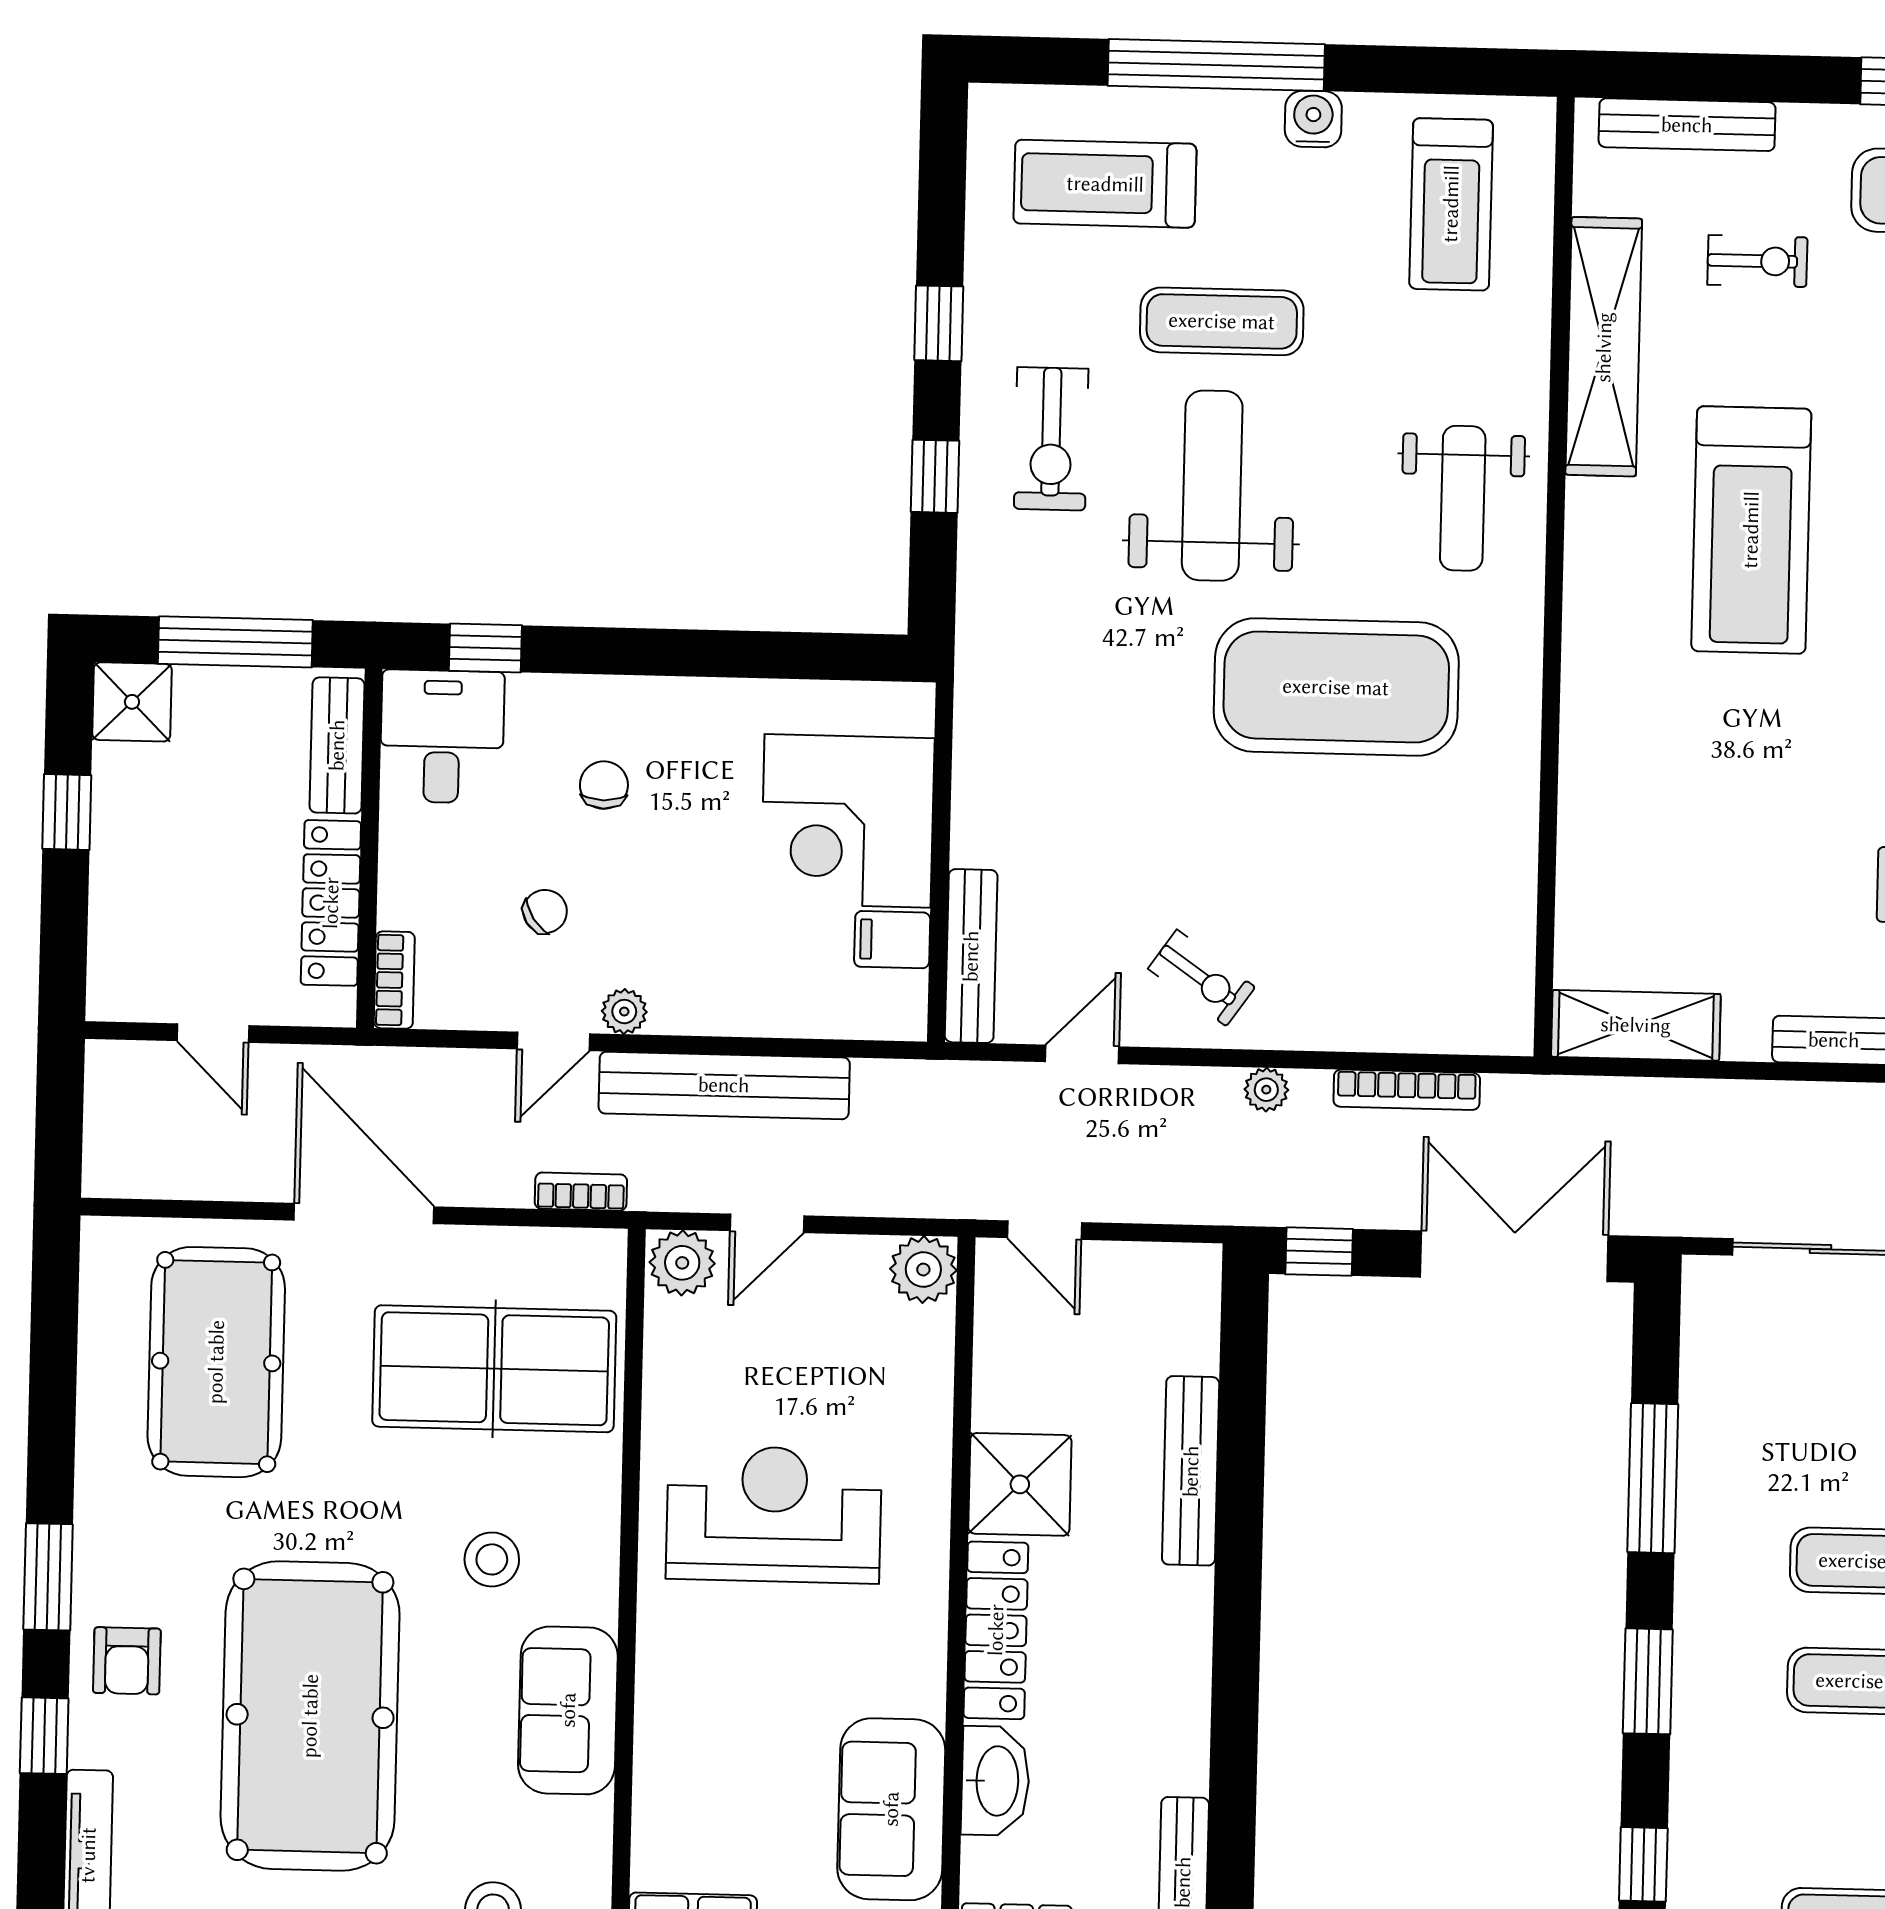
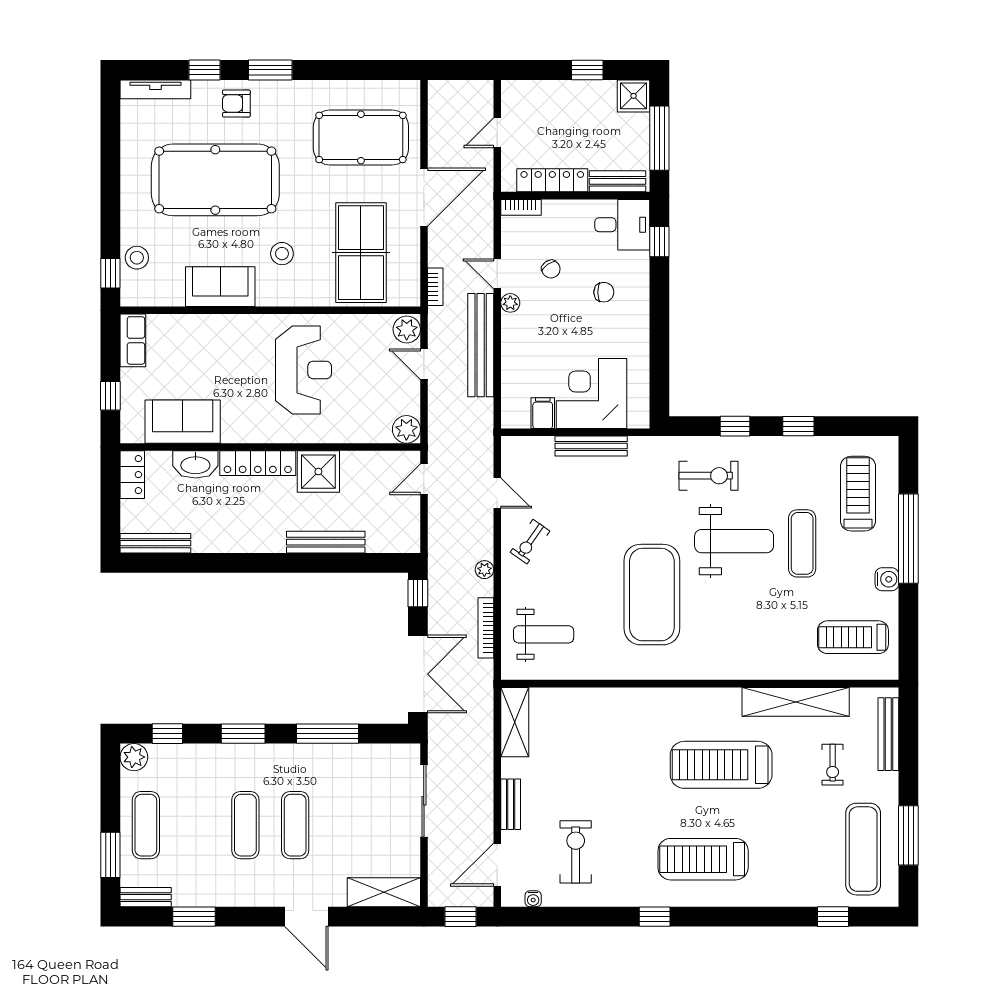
exercise bike: (1051, 439) -> (708, 476), moved, turned 180
weight bench: (1463, 498) -> (544, 634), moved, turned 180
bench: (971, 956) -> (591, 446), moved

